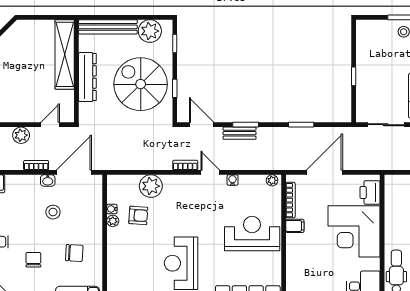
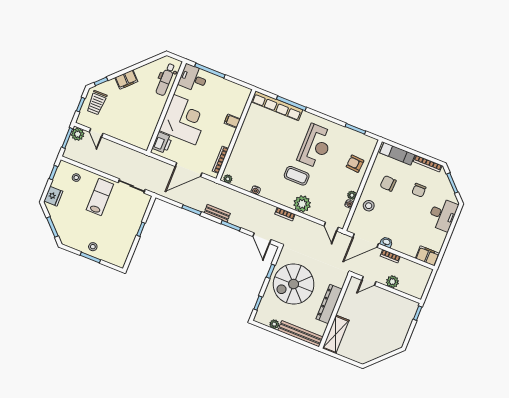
plant: (150, 31) -> (274, 324), width x0.53, depth x0.53
shelving: (65, 54) -> (336, 334), width x0.68
spiral stairs: (141, 84) -> (294, 284), turned 90
bench: (240, 133) -> (217, 213), moved
door: (210, 172) -> (331, 227), moved
plant: (151, 186) -> (302, 204), moved
stool: (53, 212) -> (369, 206), moved
armchair: (138, 215) -> (355, 164), moved
coffee table: (190, 218) -> (297, 176), added
filing cabinet: (295, 226) -> (232, 121), moved
reception desk: (252, 233) -> (257, 147), removed

